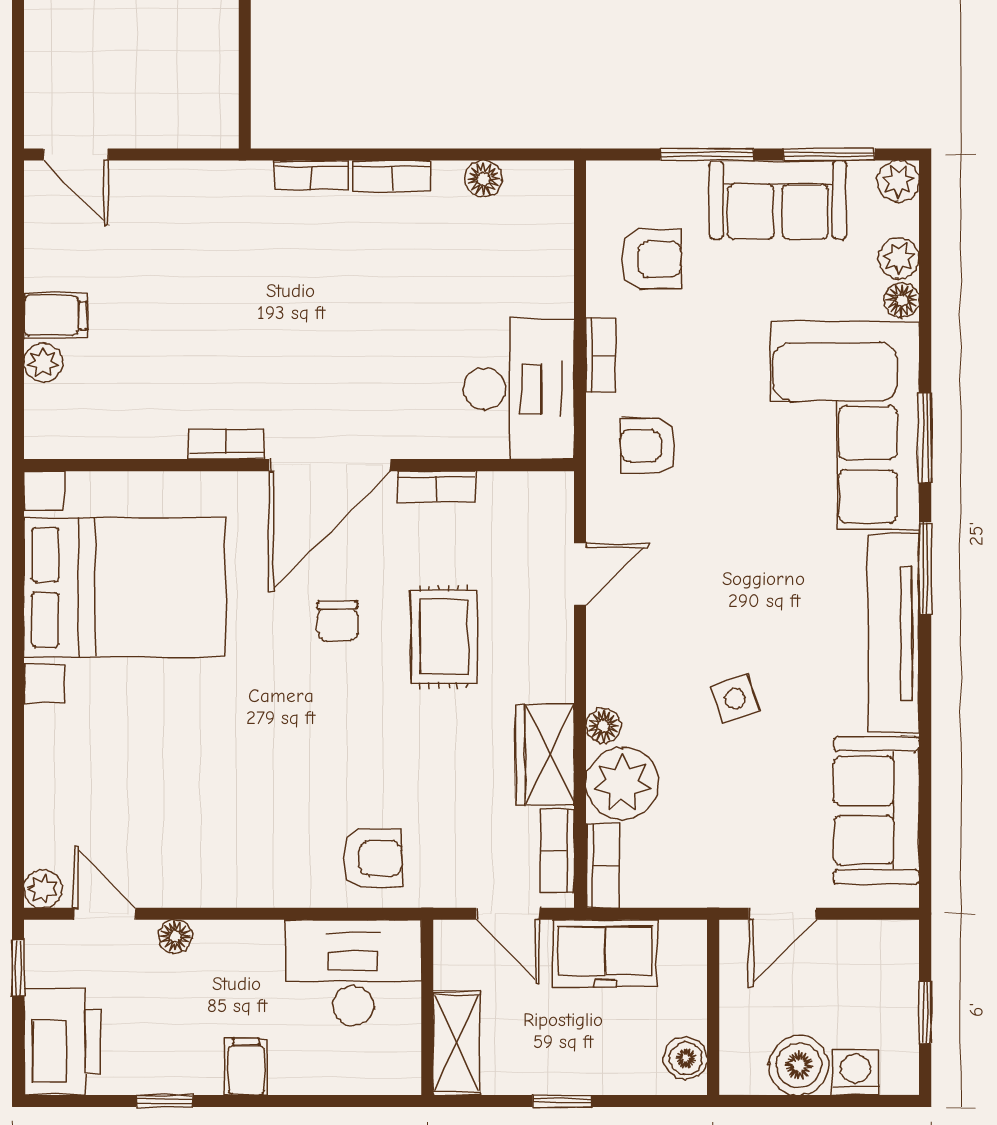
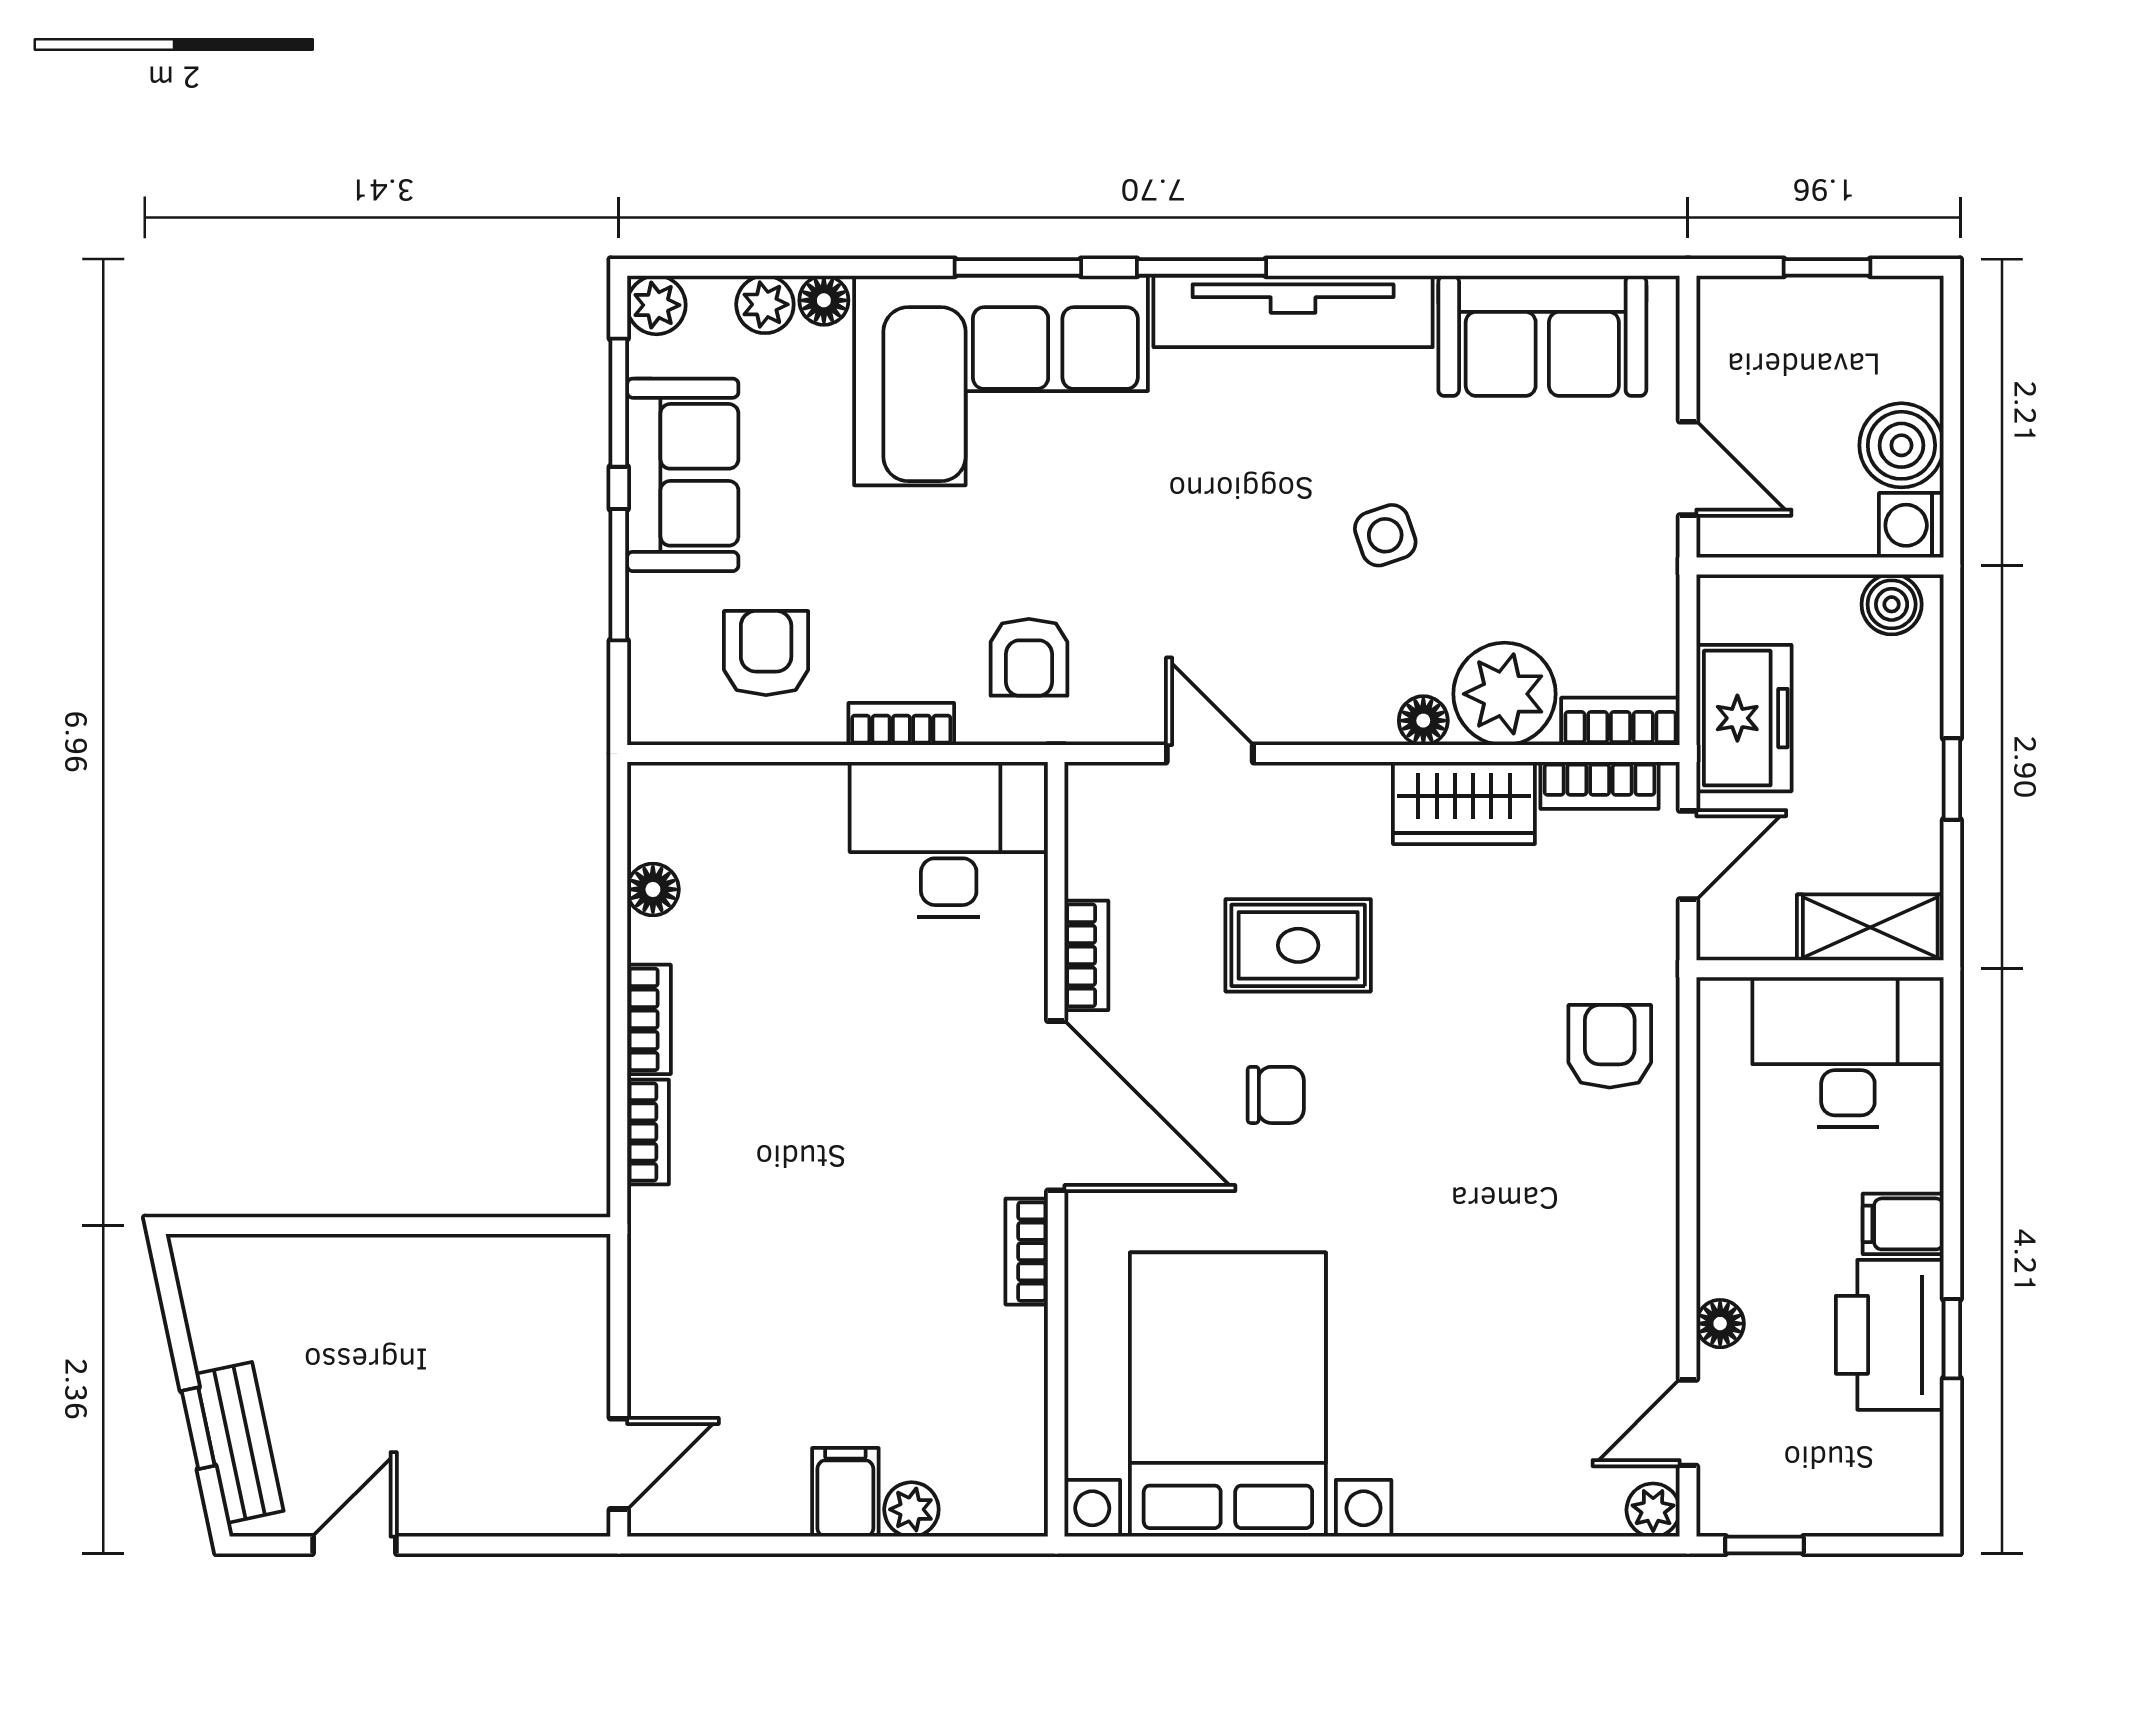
desk: (353, 973) -> (1848, 1052), moved, turned 90
printer: (62, 1042) -> (1890, 1335), moved, turned -90
washing machine: (856, 1072) -> (1911, 525), moved

